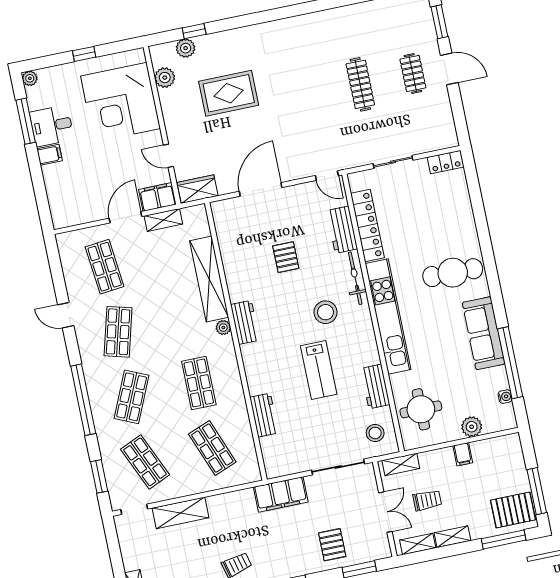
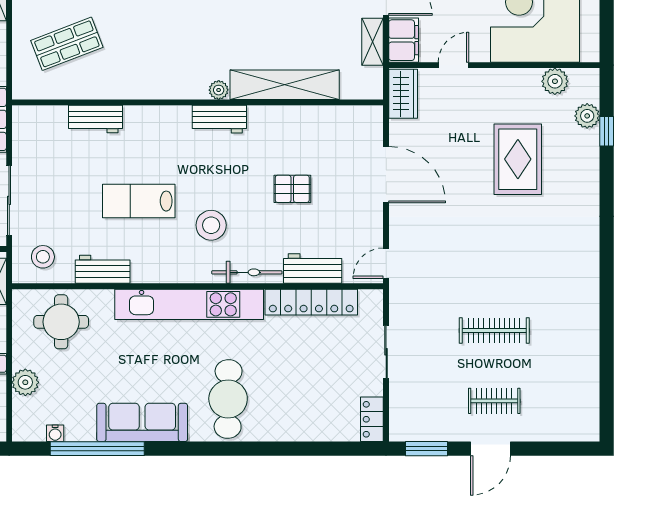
window: (439, 22) -> (426, 449), moved
shop shelf: (199, 383) -> (154, 44), removed

